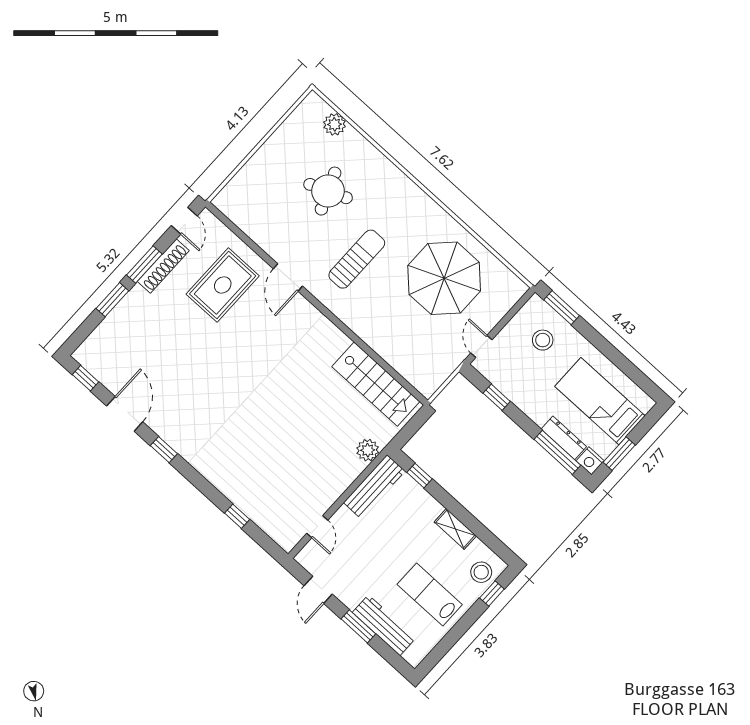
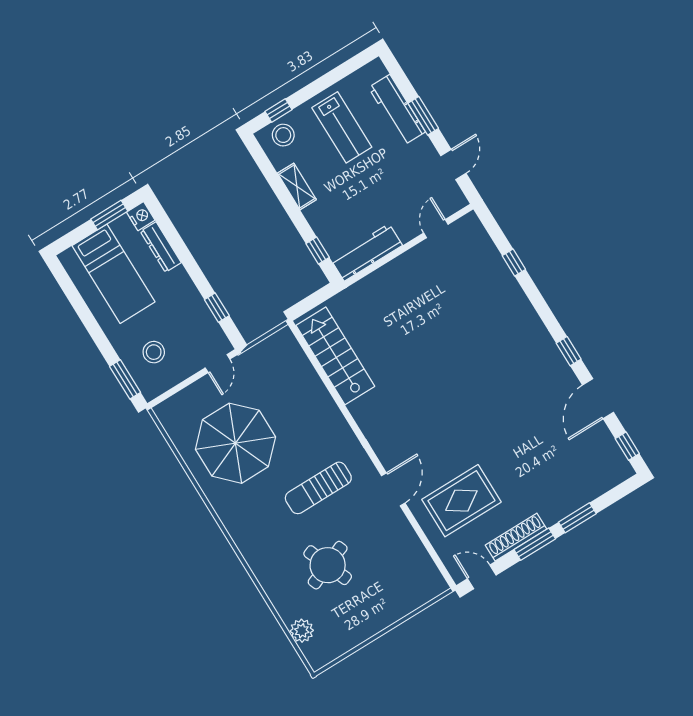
door: (184, 221) -> (482, 577), hinge flipped
plant: (368, 450) -> (363, 291), removed
window: (557, 452) -> (171, 234), removed

